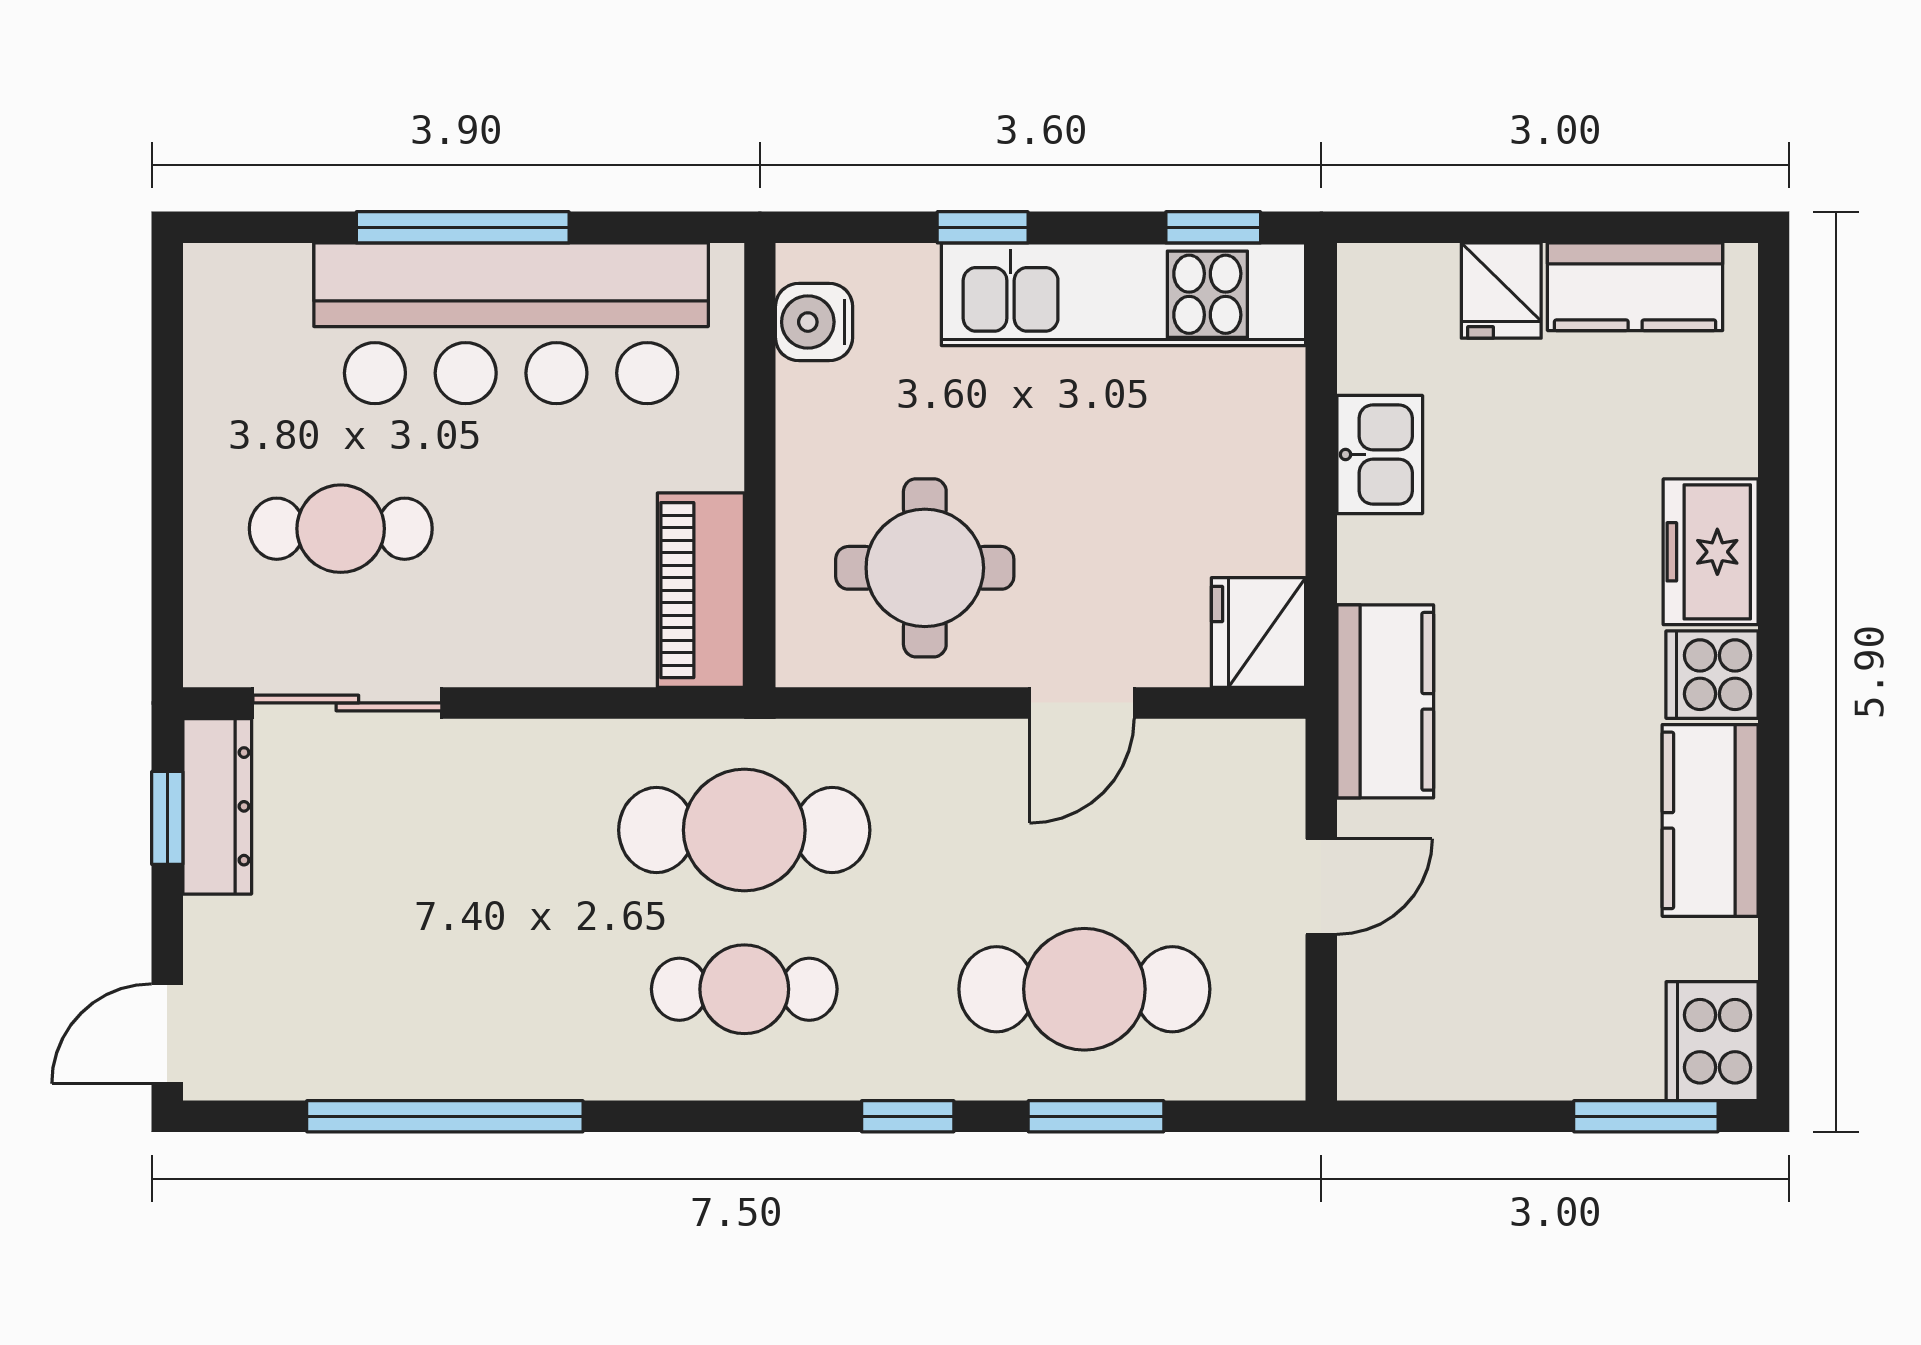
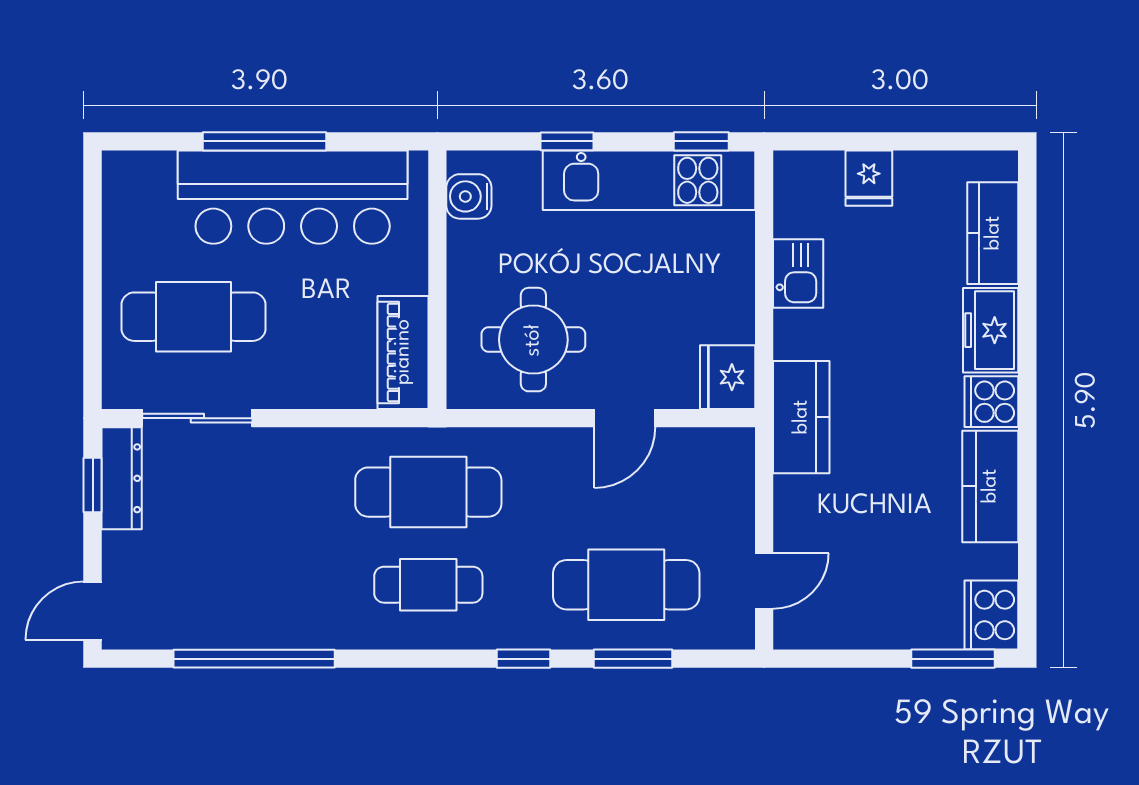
kitchen counter: (1635, 287) -> (993, 233), moved, turned 90
cafe table: (341, 529) -> (193, 317), width x1.37, depth x1.35
door: (1321, 887) -> (764, 581), moved

